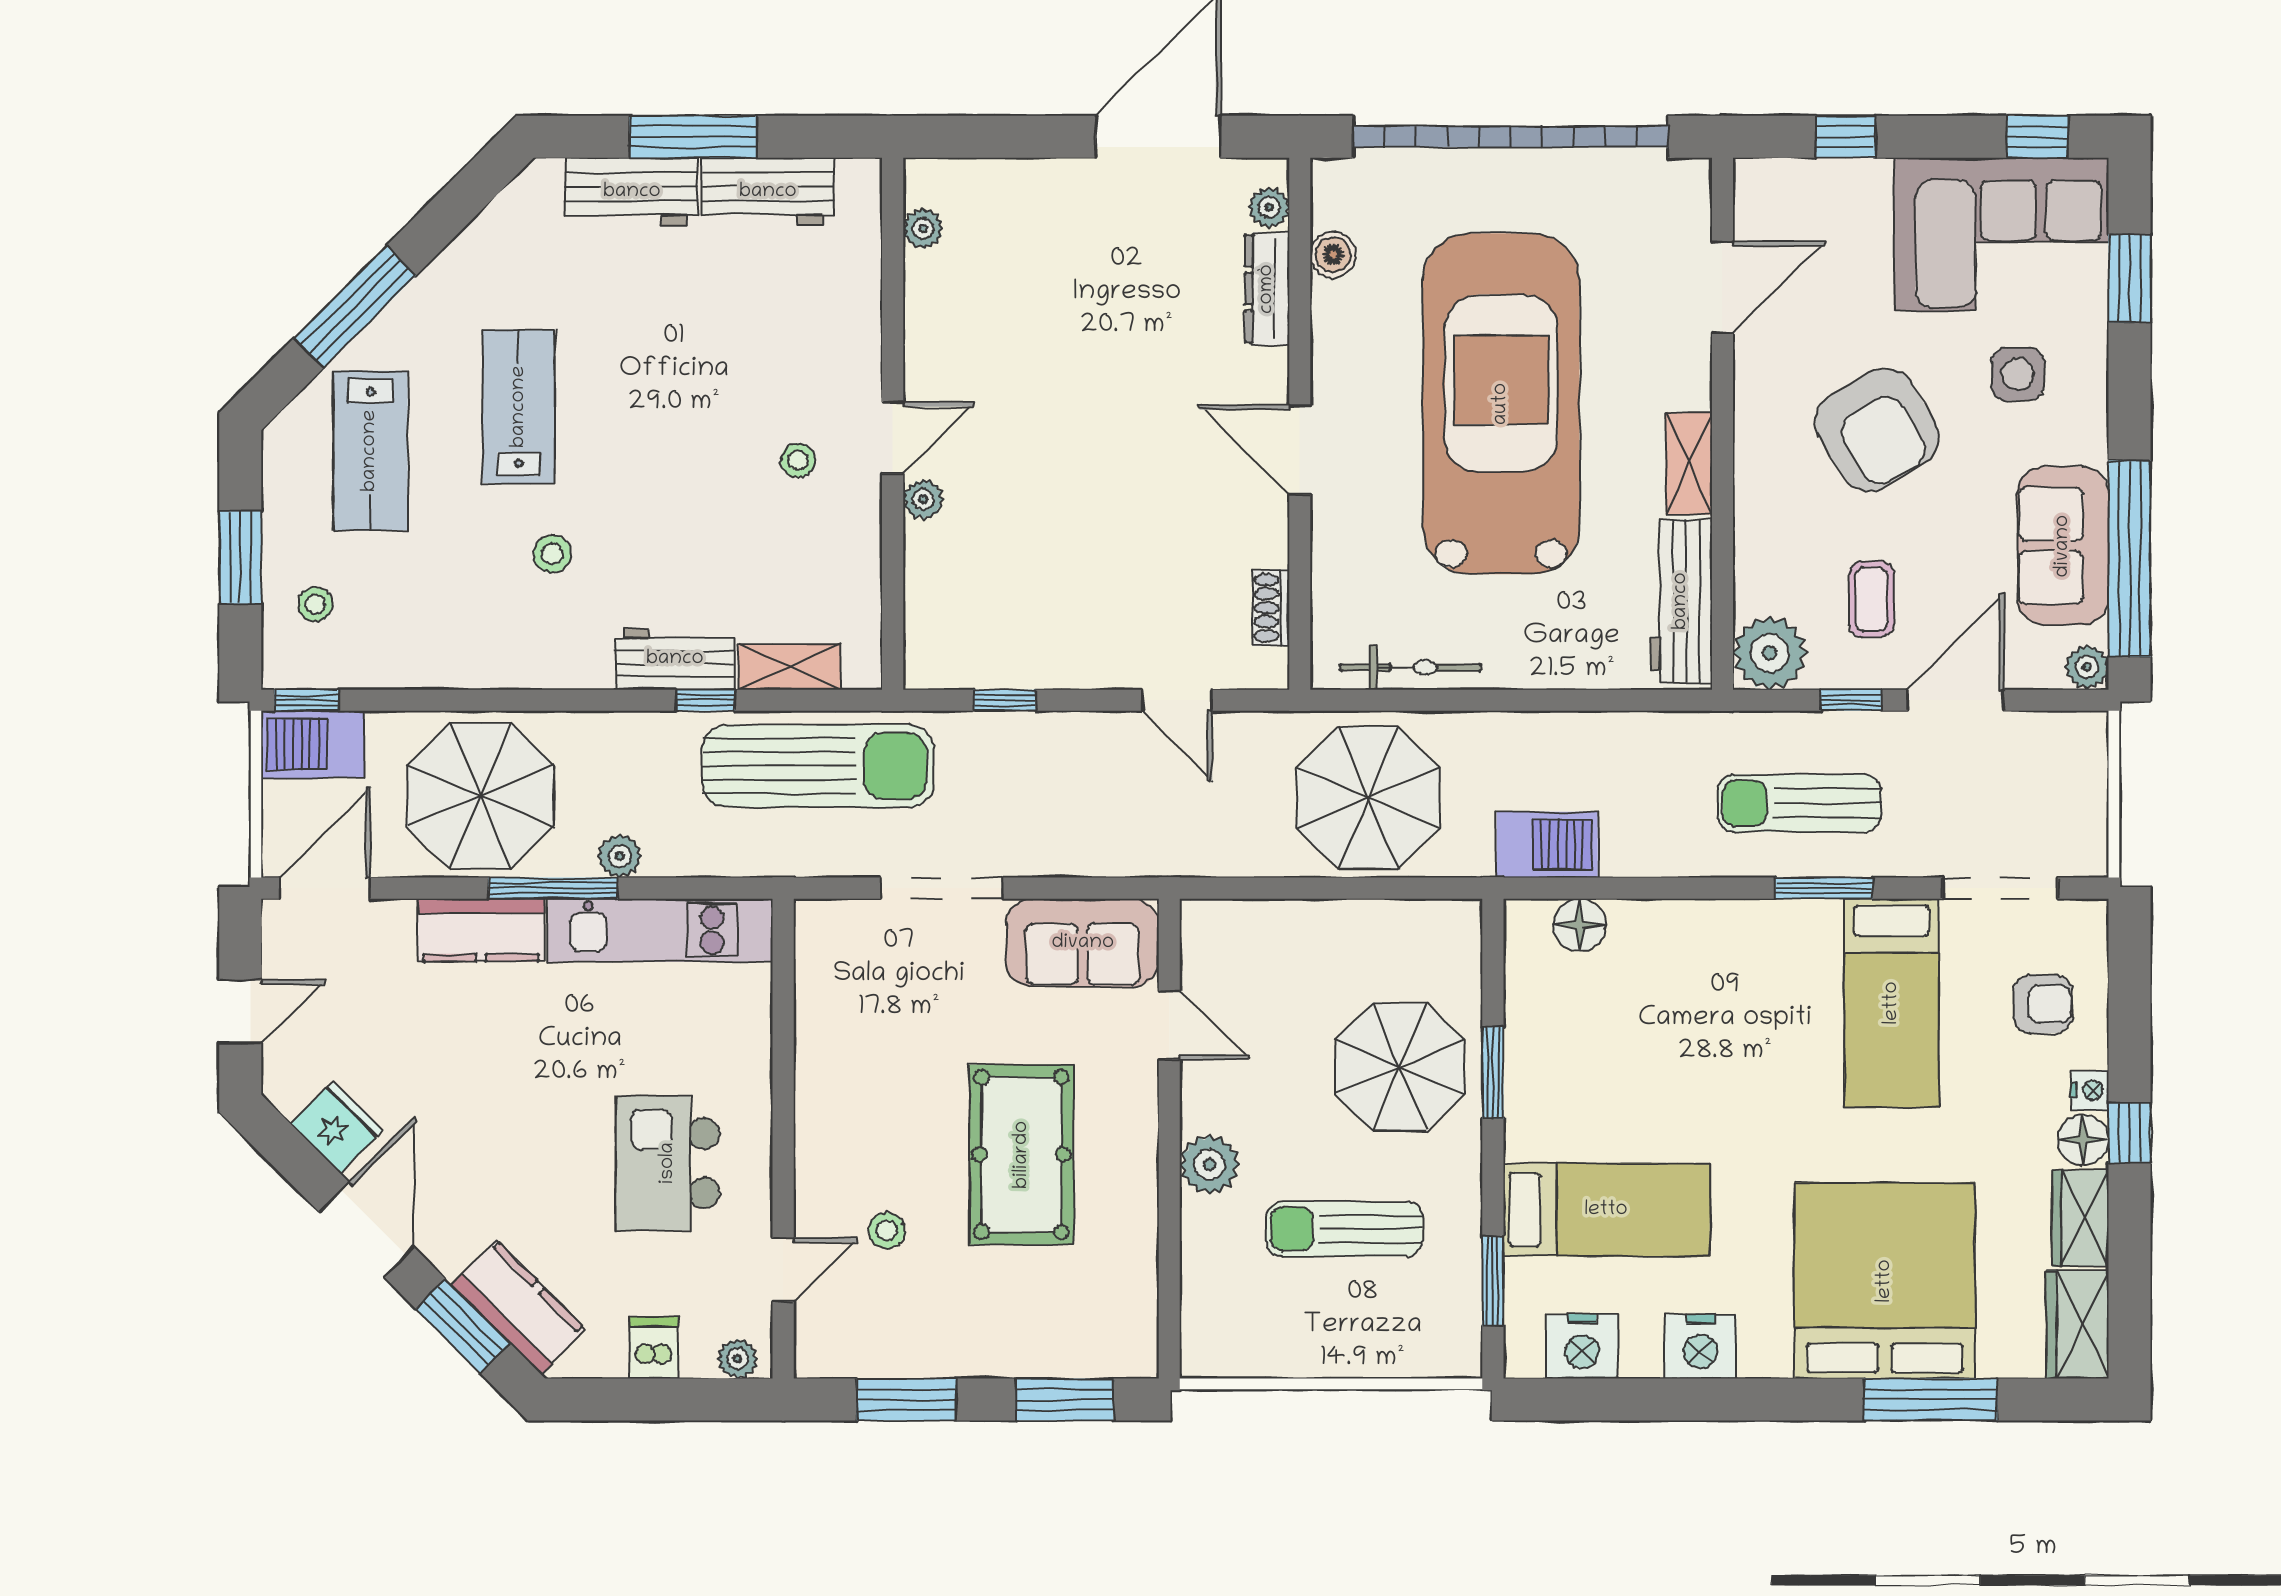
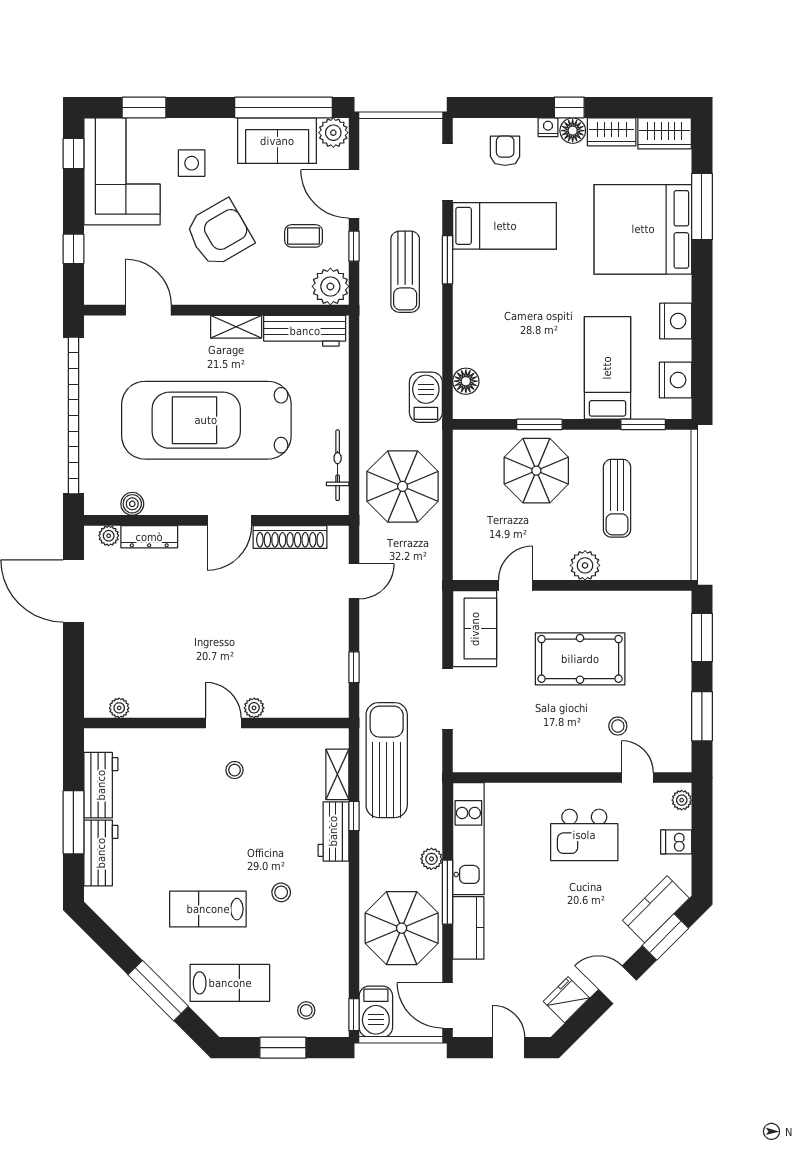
shoe rack: (1271, 608) -> (290, 537), width x1.94, depth x1.24
plant: (2087, 667) -> (333, 133), width x1.38, depth x1.38
door: (367, 1230) -> (617, 985), width x0.73

